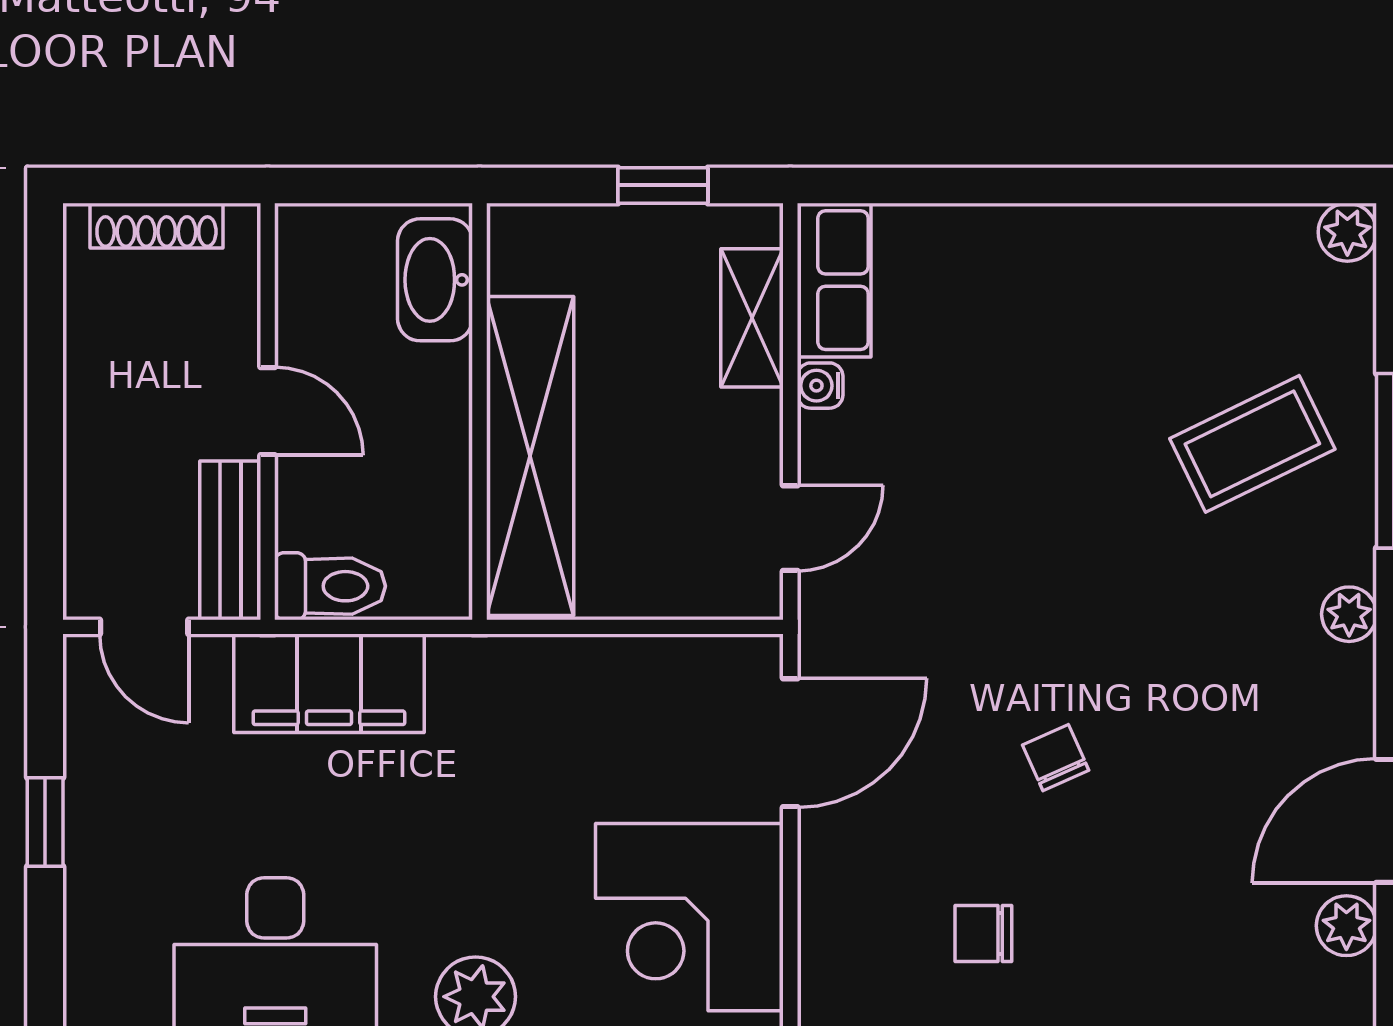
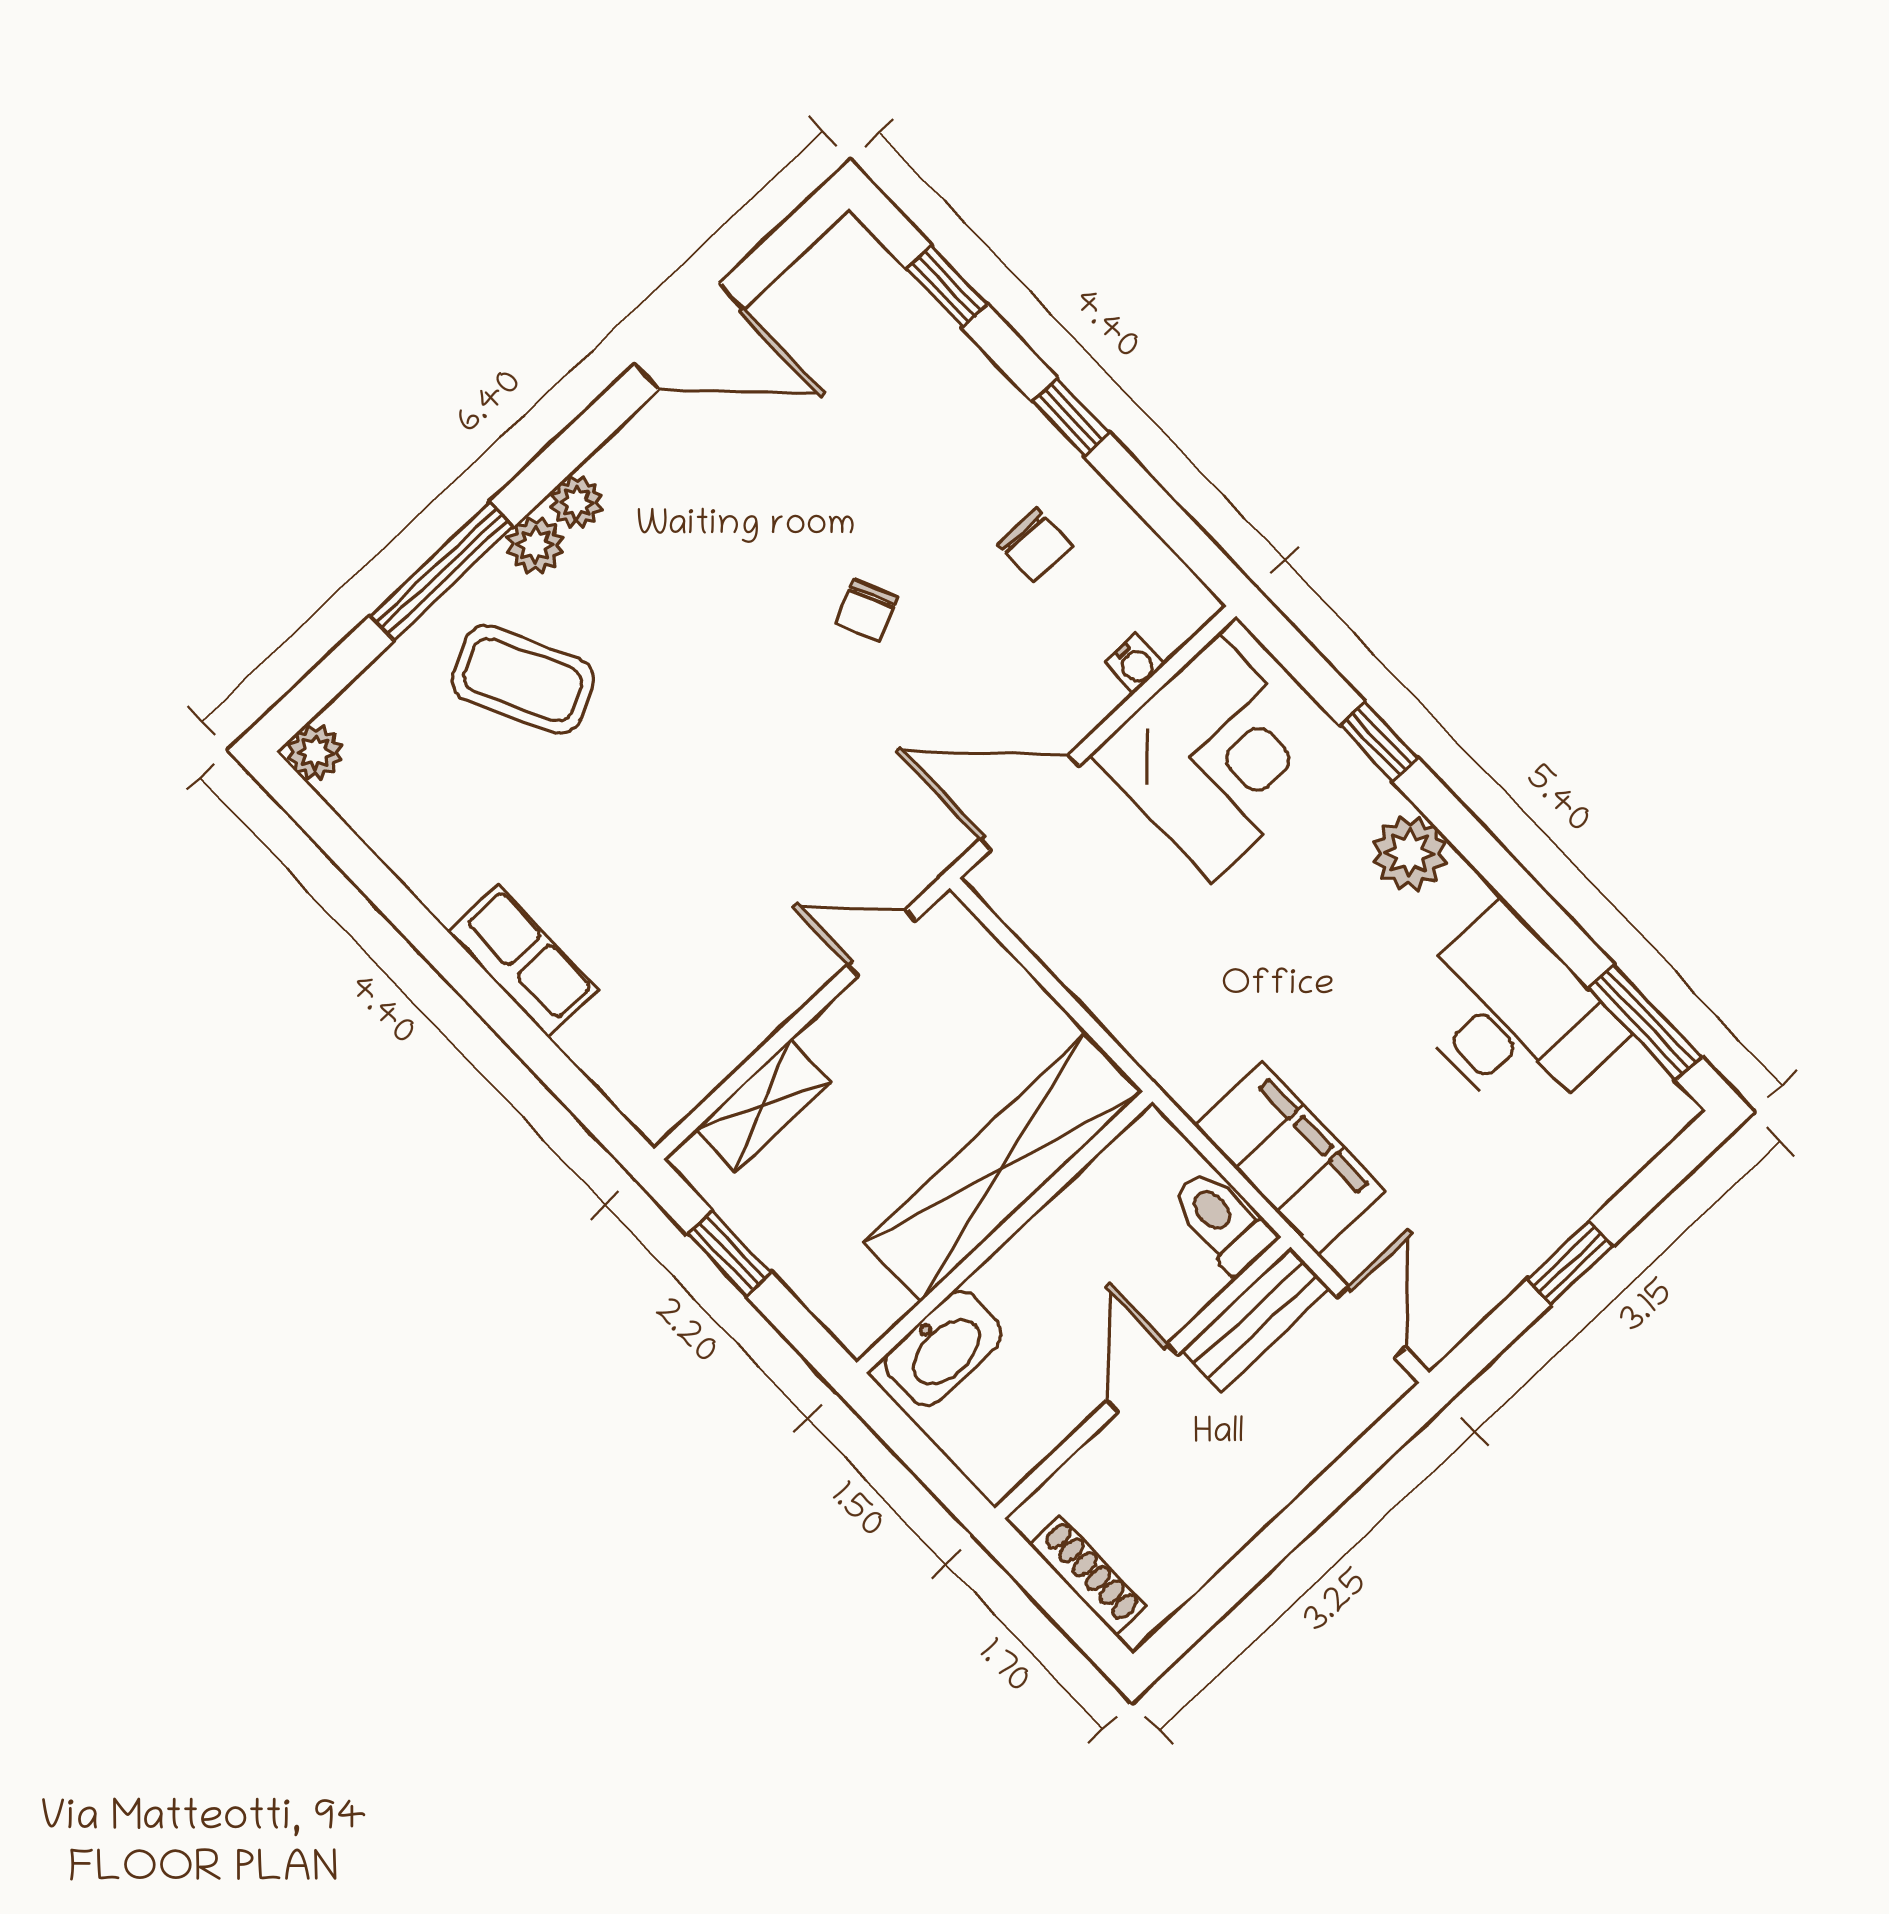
row of seats: (834, 280) -> (523, 961), moved, turned 90
water cooler: (820, 386) -> (1135, 664), moved
plant: (1346, 926) -> (535, 545), moved

